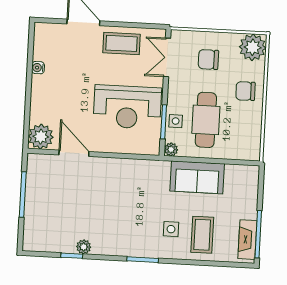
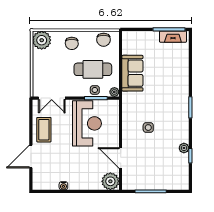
chair: (208, 60) -> (104, 40), moved
door: (74, 153) -> (121, 158), hinge flipped
side table: (171, 229) -> (148, 128), moved
coffee table: (202, 235) -> (171, 68), removed

